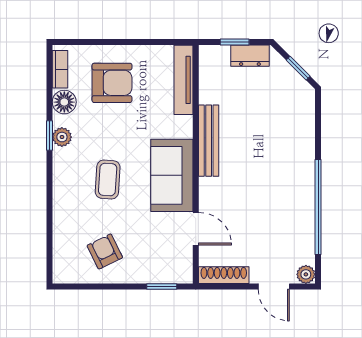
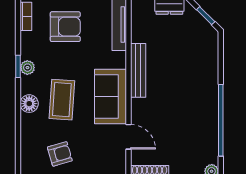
floor lamp: (64, 102) -> (29, 104), moved
coffee table: (108, 180) -> (62, 100), width x1.36, depth x1.30
armchair: (105, 251) -> (60, 154), turned 100

